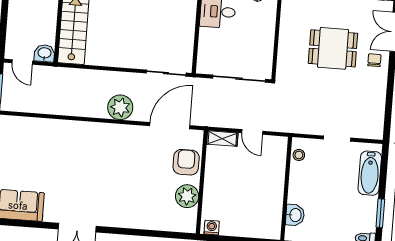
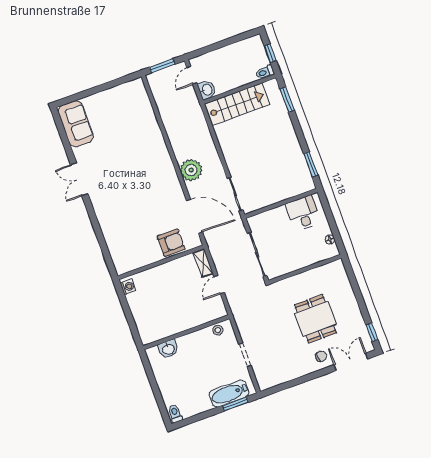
plant: (187, 196) -> (144, 256), removed
window: (380, 213) -> (236, 404), moved

